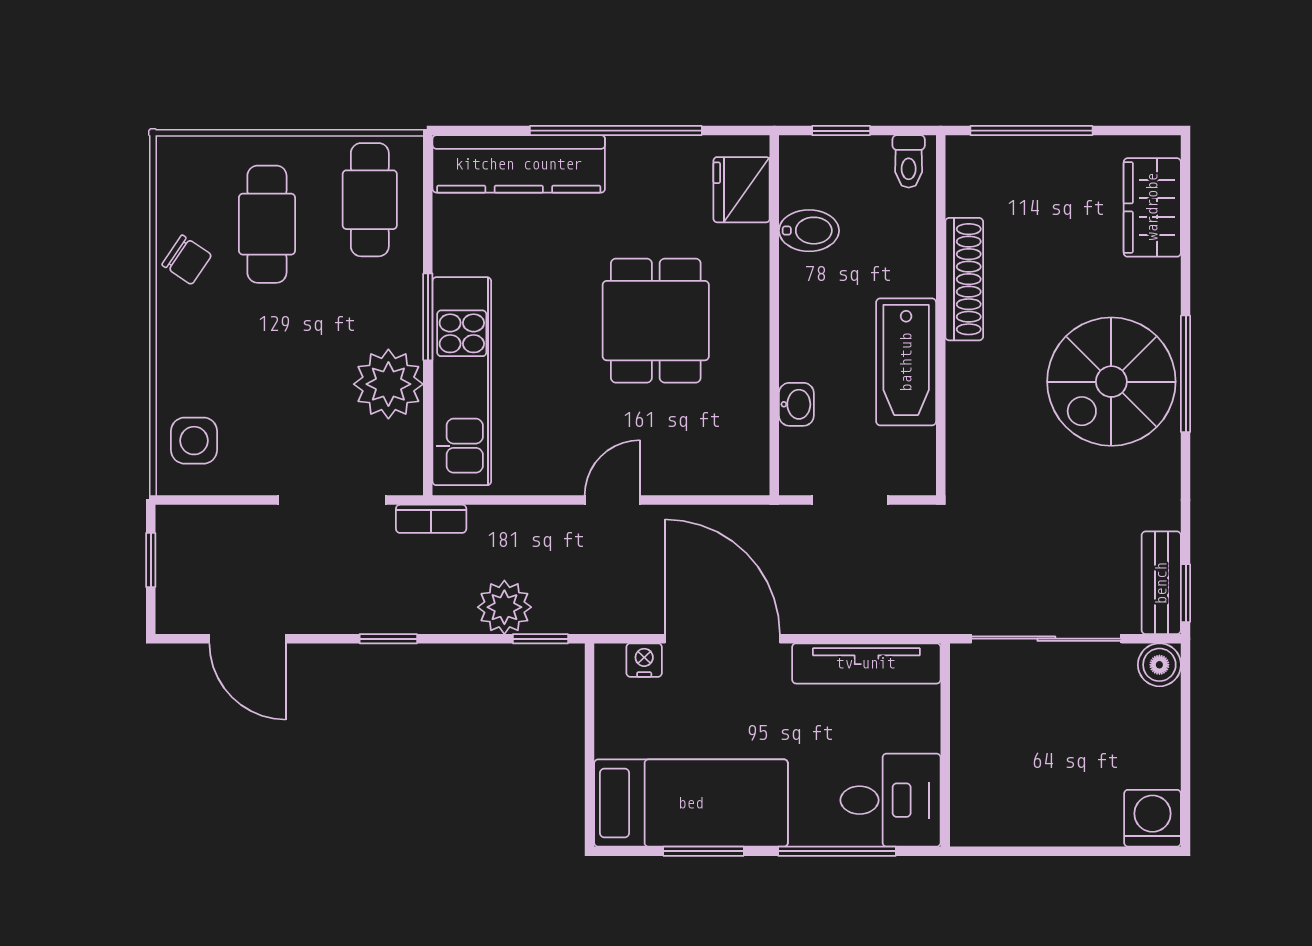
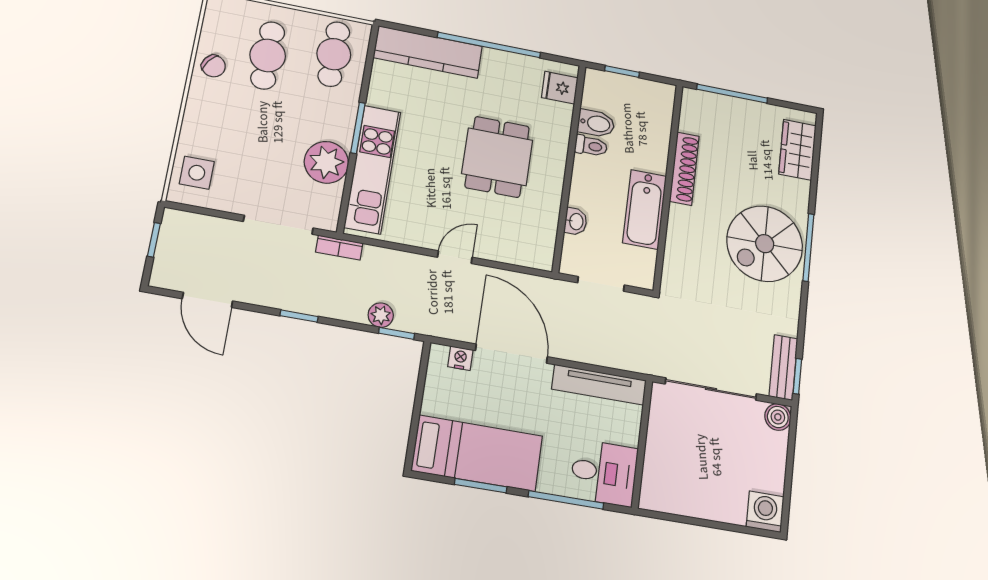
toilet: (909, 161) -> (591, 146), moved, turned -90
fridge: (742, 190) -> (560, 88), width x0.72
plant: (504, 607) -> (381, 315), width x0.73, depth x0.73

